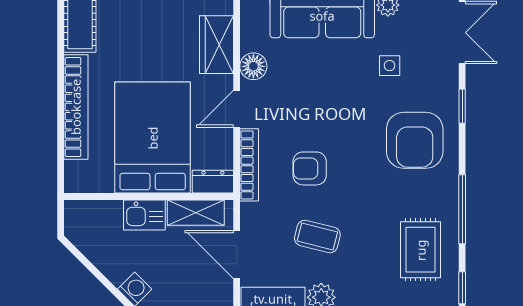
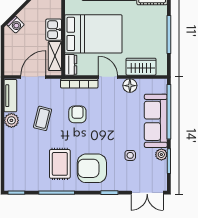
rug: (421, 250) -> (60, 164), moved, turned 90

